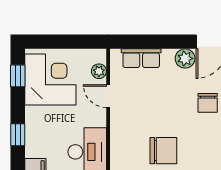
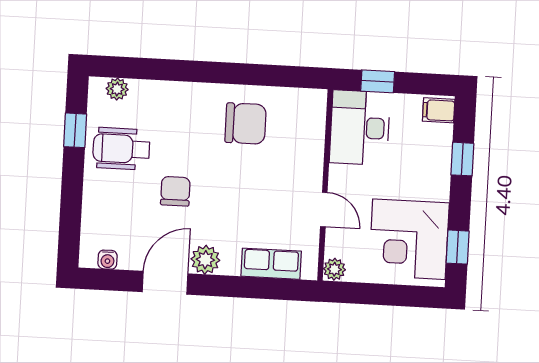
plant: (99, 71) -> (334, 269), moved
chair: (163, 151) -> (246, 124), turned 180

